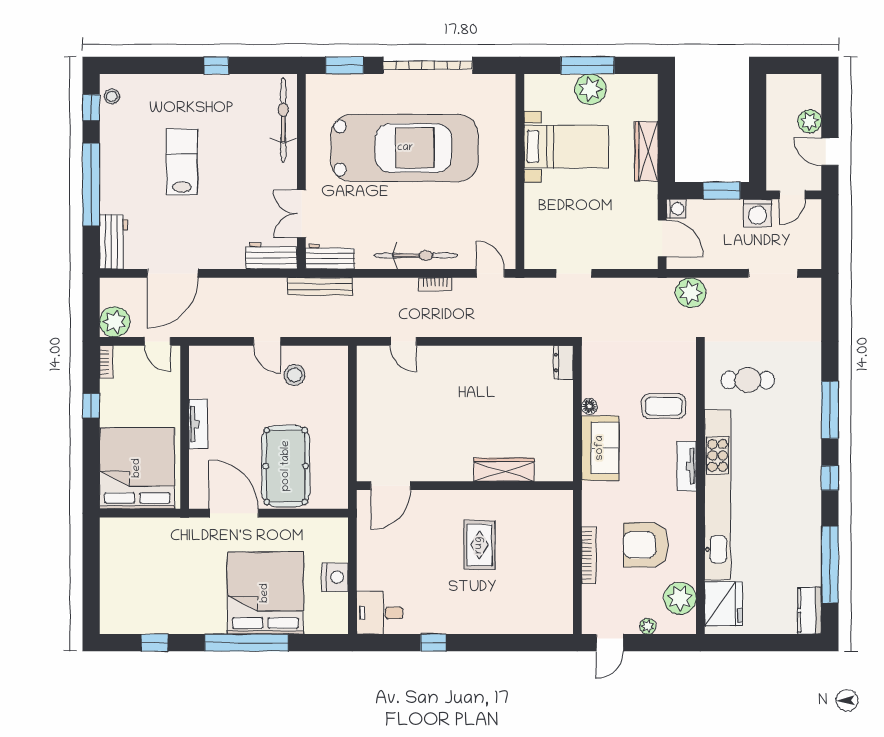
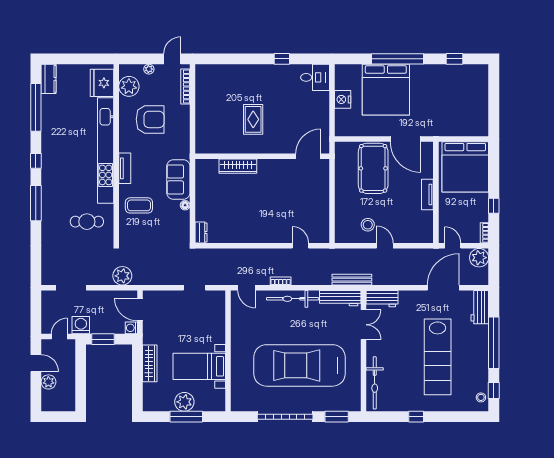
lab bench: (182, 162) -> (438, 357), width x1.86, depth x1.39
workbench: (330, 257) -> (340, 298), width x1.38
bookcase: (589, 555) -> (185, 87), moved

